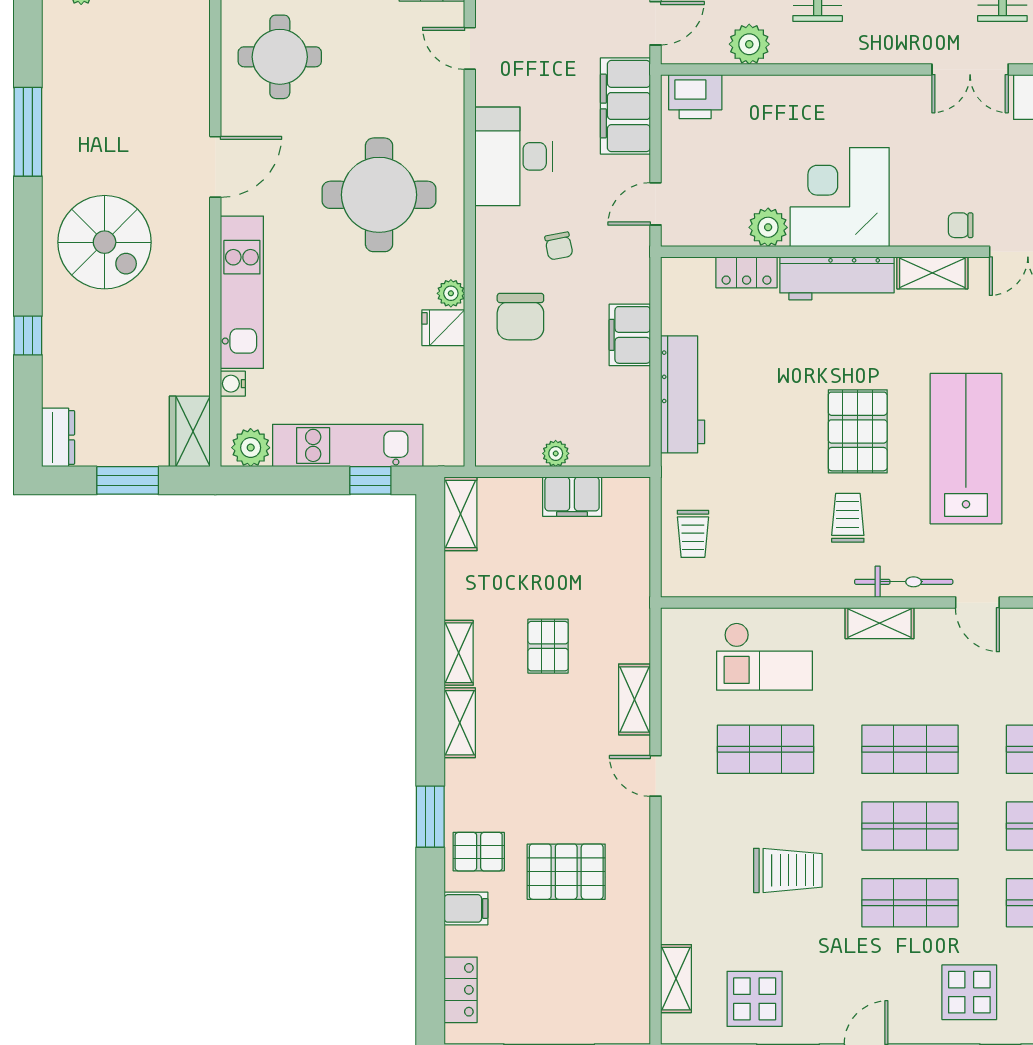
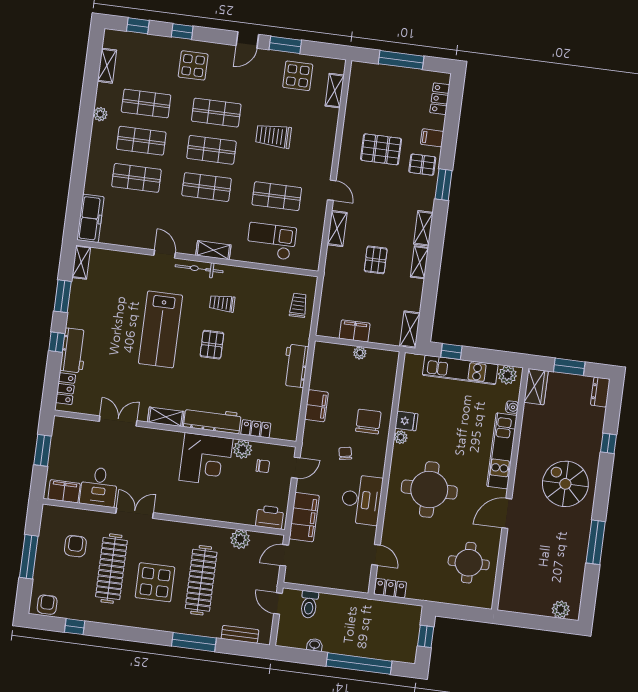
chair: (961, 225) -> (263, 466), moved
workbench: (683, 394) -> (296, 366), width x0.73
pallet: (858, 431) -> (212, 345), width x0.67, depth x0.71
trolley: (848, 518) -> (222, 303), turned 90

